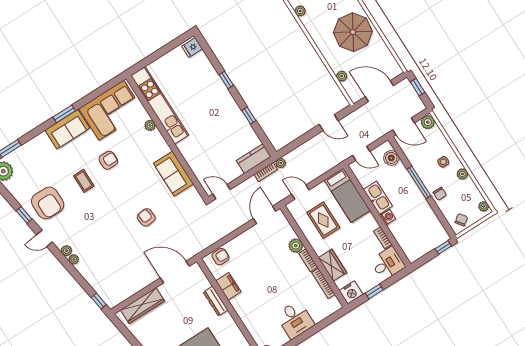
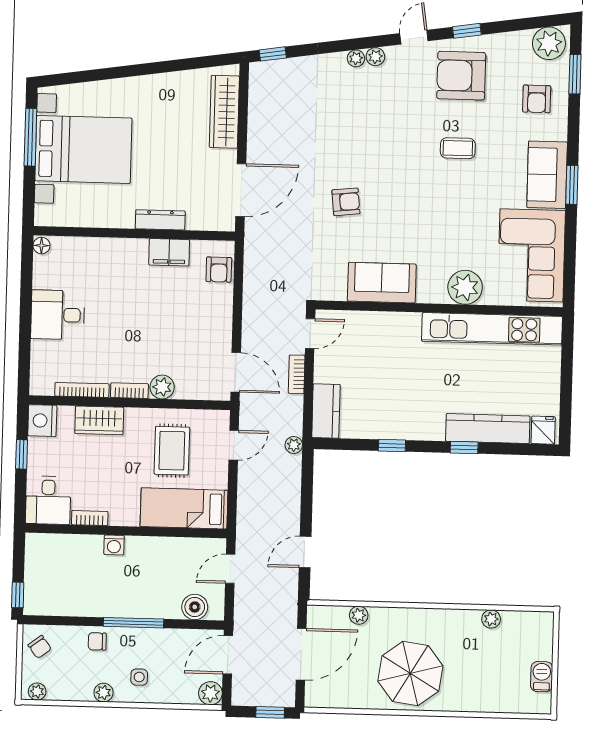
kitchen counter: (209, 75) -> (488, 429), added
plant: (150, 125) -> (465, 287), width x1.88, depth x1.88
armchair: (108, 160) -> (537, 99), moved
bookcase: (266, 172) -> (297, 374), moved
kitchen sink: (378, 198) -> (151, 550), removed
rug: (323, 220) -> (172, 451), turned 90

